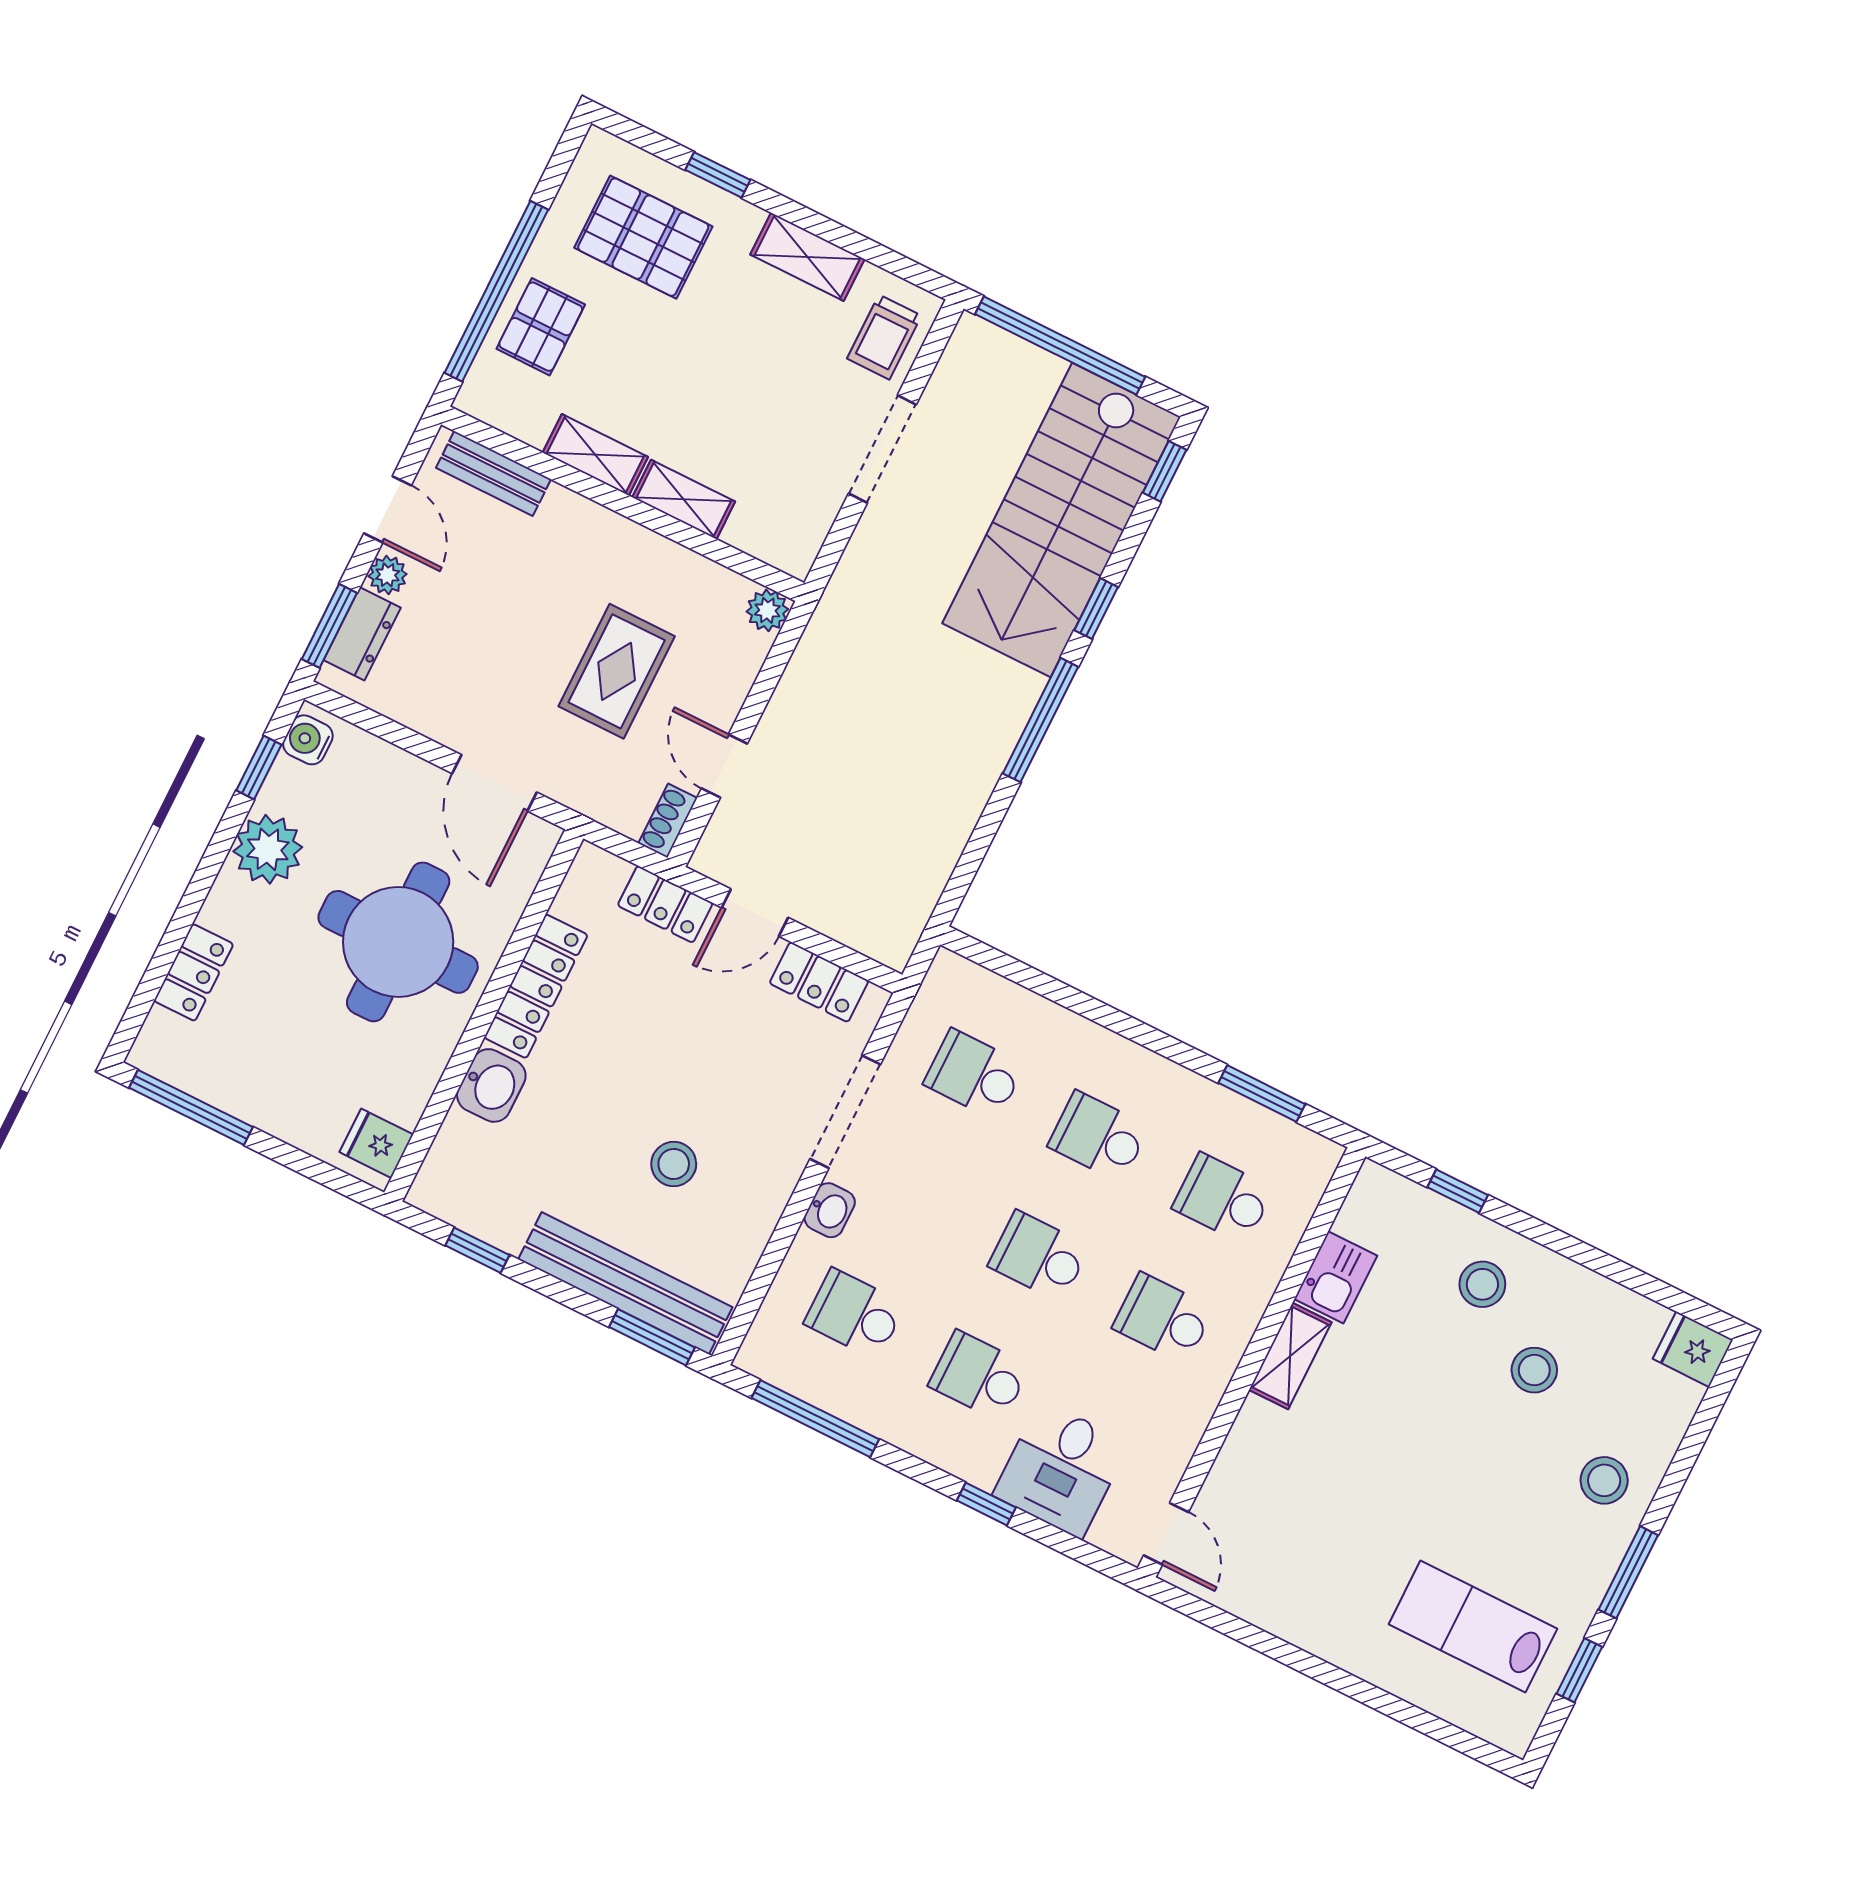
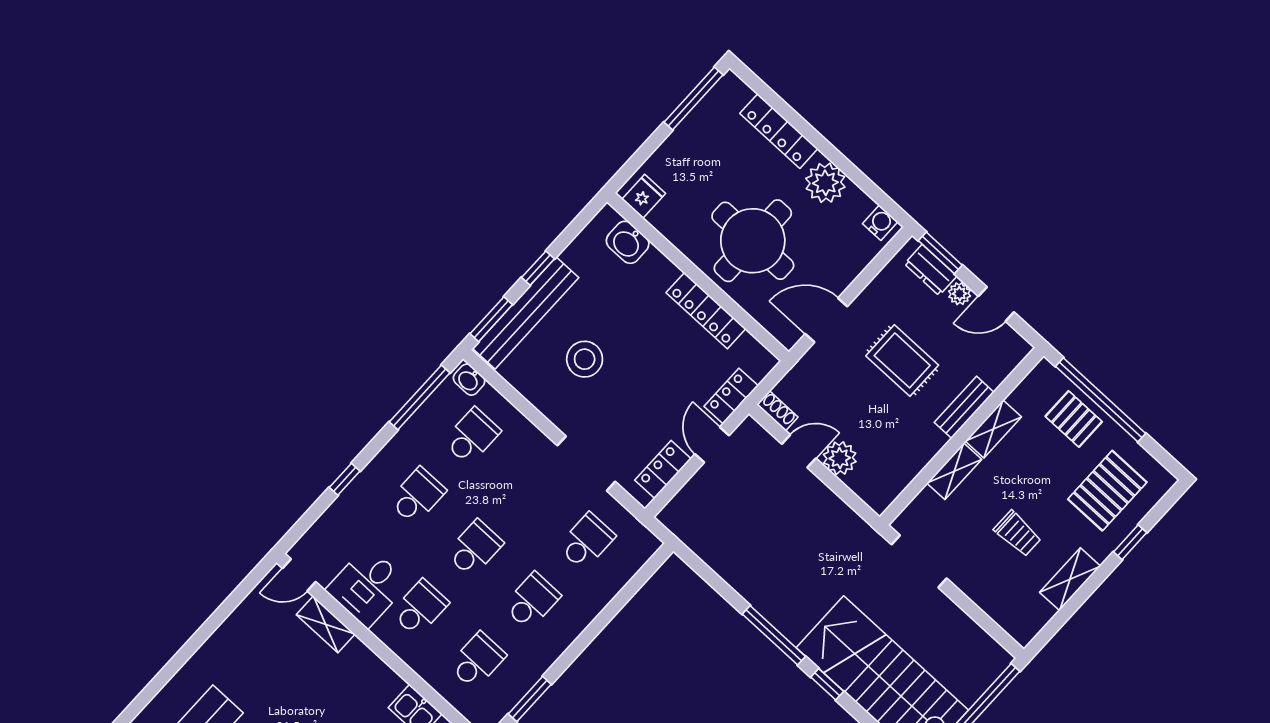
trolley: (884, 337) -> (1018, 534), moved, turned 180
doorway: (882, 449) -> (919, 561), moved
bench: (494, 473) -> (964, 407), moved
plant: (767, 610) -> (840, 458), moved, width x1.38, depth x1.38
rug: (617, 671) -> (902, 360), moved
window: (259, 768) -> (873, 191), removed
locker: (194, 972) -> (779, 131), width x1.53
washbasin: (491, 1085) -> (628, 242), moved
stool: (674, 1164) -> (585, 359), width x1.38, depth x1.38
washbasin: (830, 1210) -> (469, 380), moved
window: (477, 1250) -> (538, 268), moved
shelving: (1290, 1356) -> (326, 624), moved
desk: (1061, 1469) -> (367, 587), moved, turned -90

